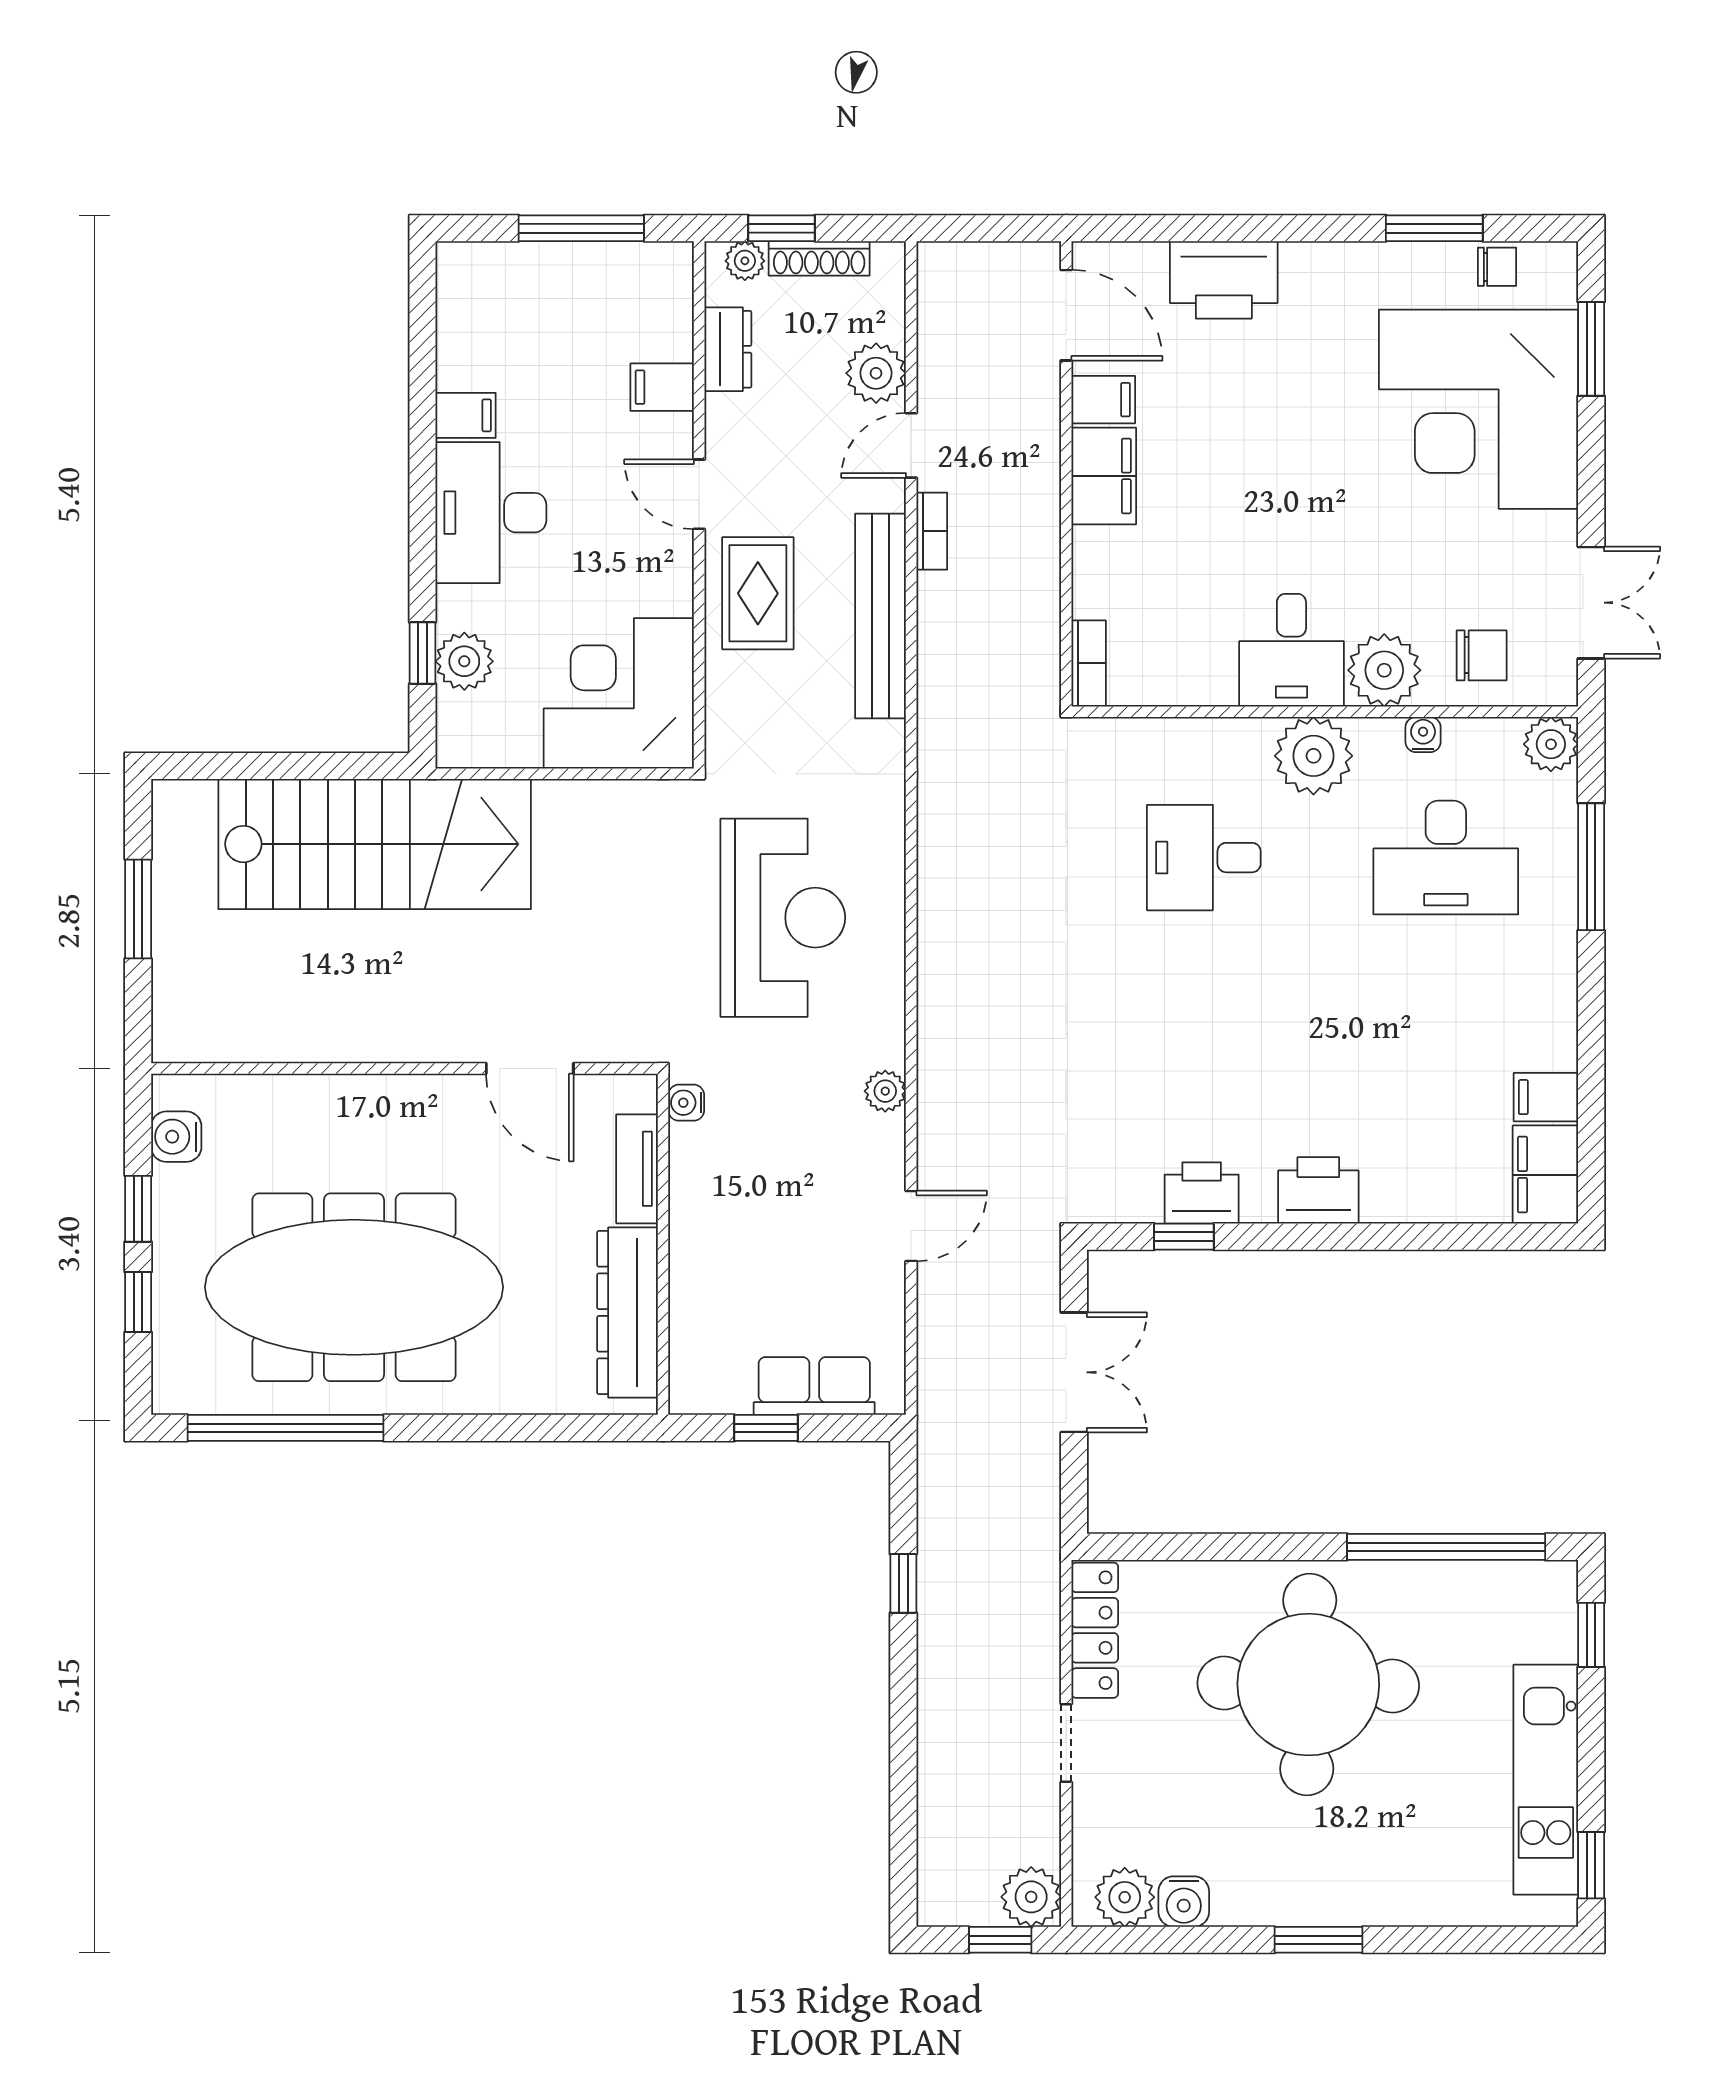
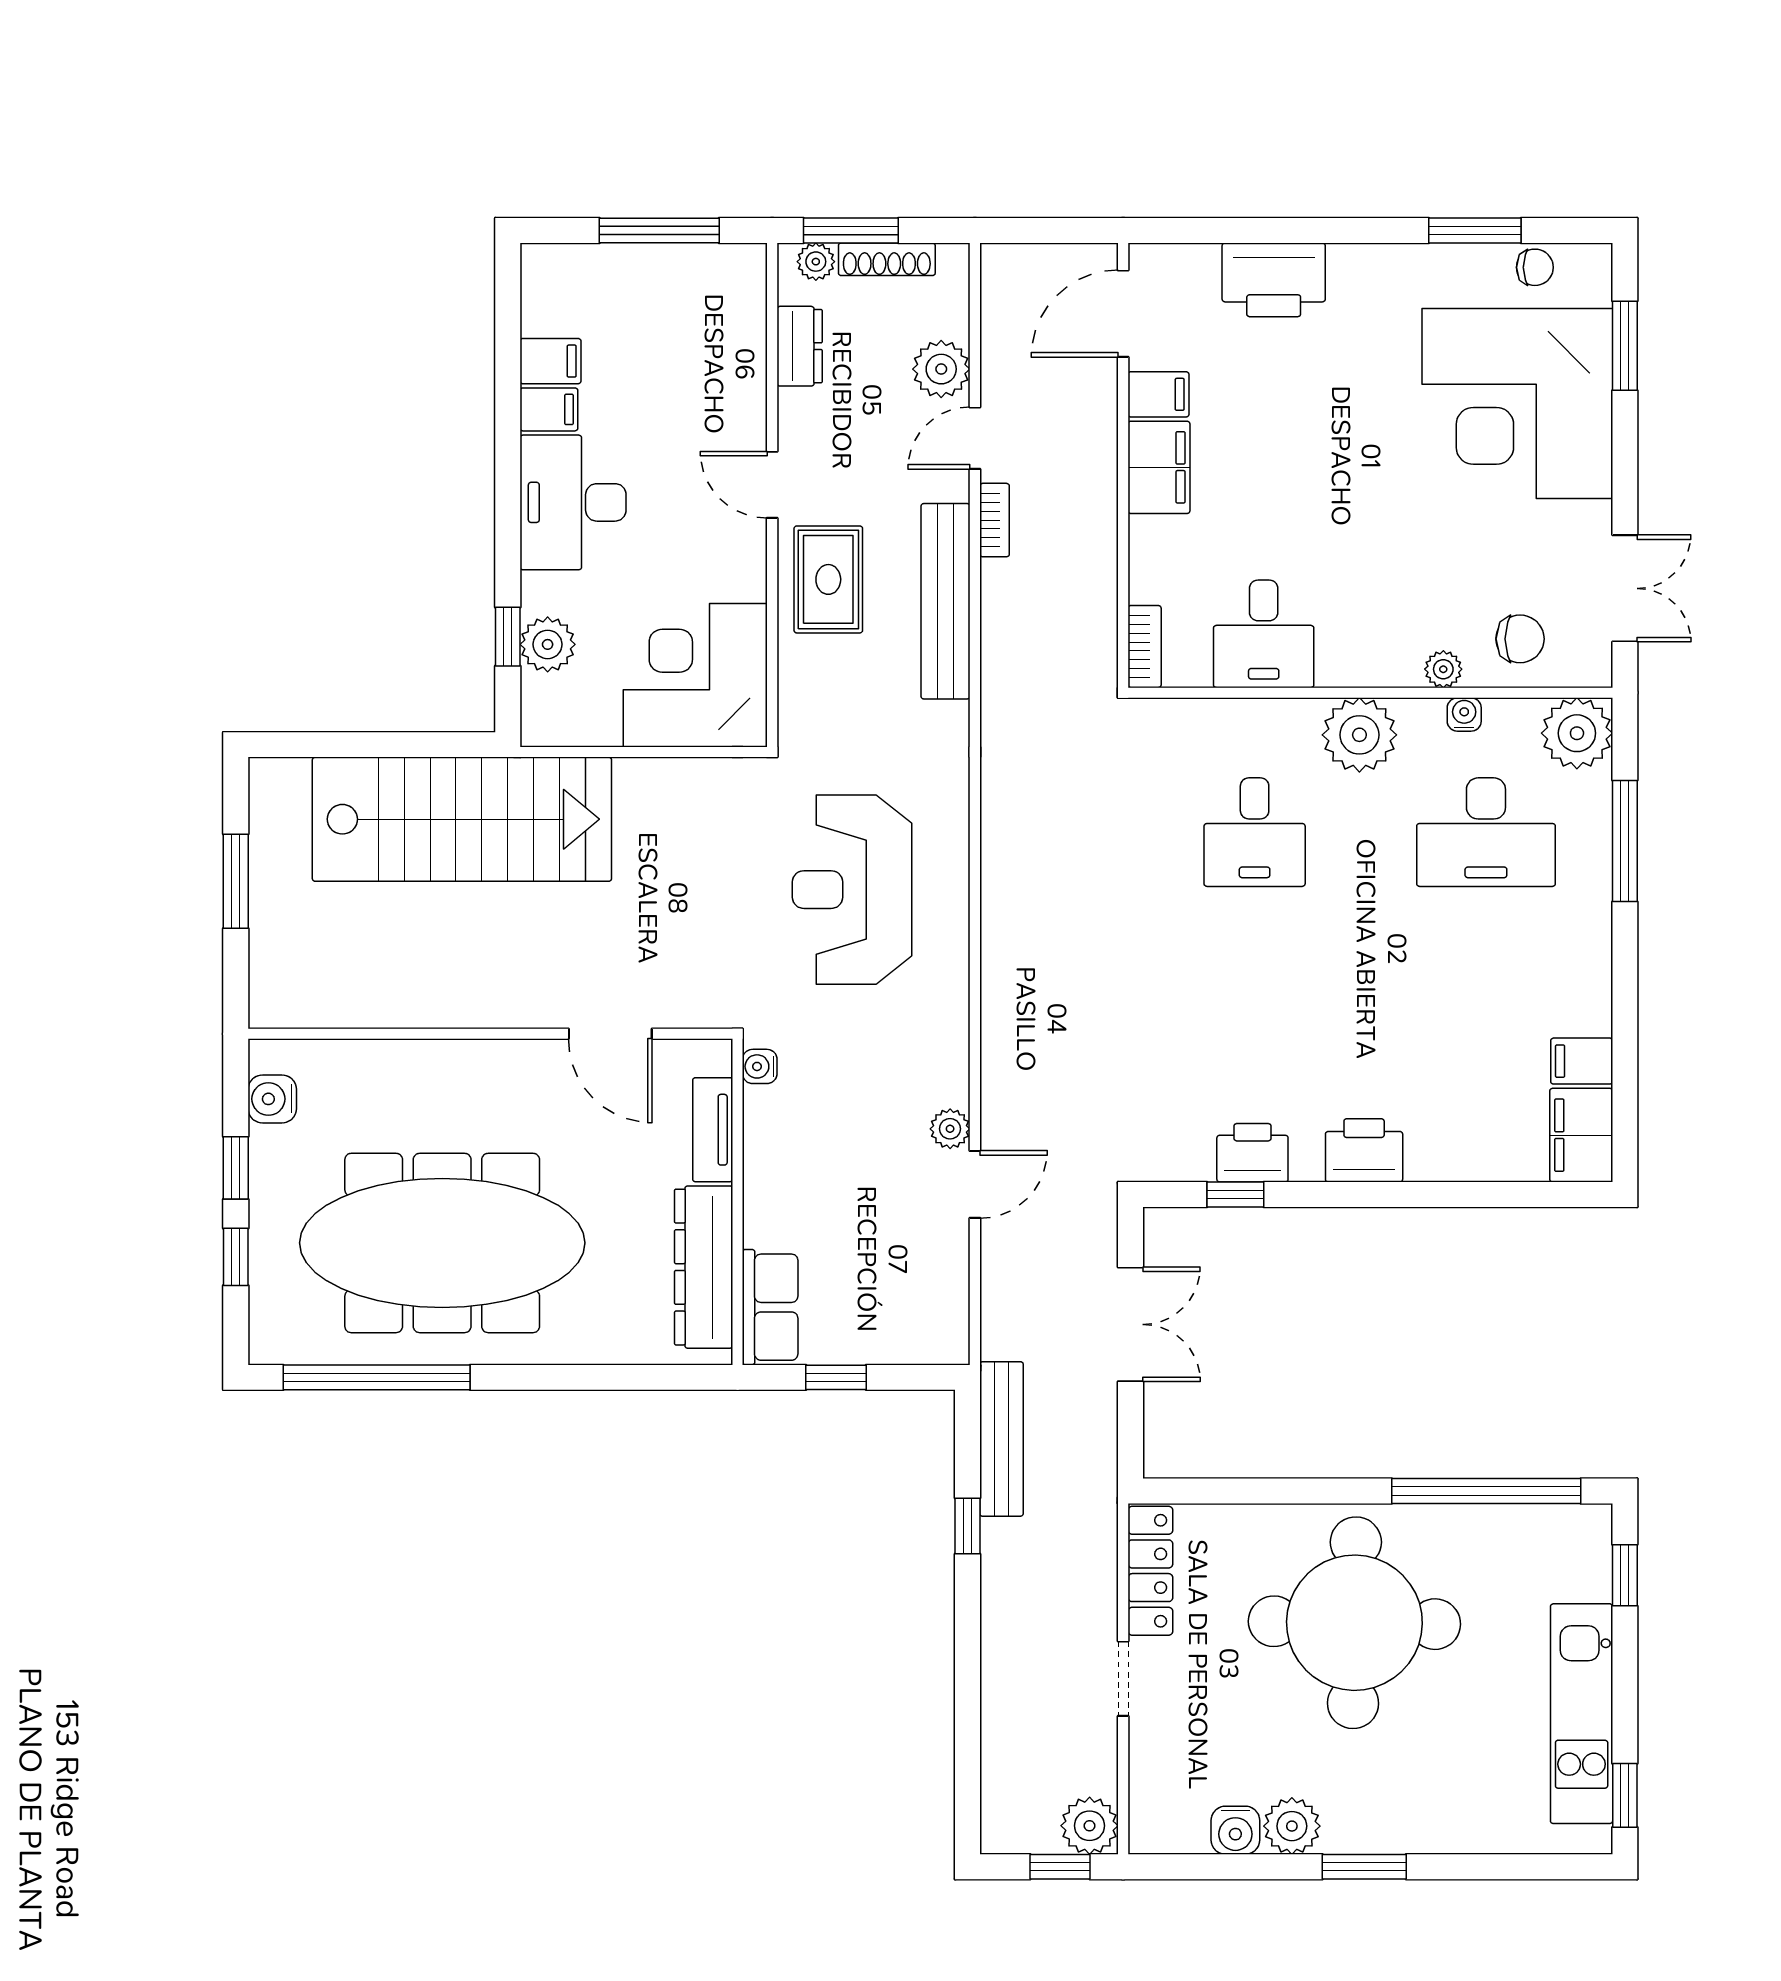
window: (781, 228) -> (851, 231), width x1.50
door: (1066, 315) -> (1123, 314), swing flipped
filing cabinet: (662, 387) -> (550, 361), moved, turned 180
desk: (1291, 650) -> (1264, 634), moved
plant: (1384, 670) -> (1443, 669), width x0.53, depth x0.53
plant: (1551, 744) -> (1577, 733), width x1.36, depth x1.36
desk: (1204, 858) -> (1255, 832), turned -90
reception desk: (783, 918) -> (852, 890), turned 180
plant: (885, 1091) -> (950, 1129), moved
row of seats: (814, 1386) -> (770, 1307), moved, turned 90
bench: (939, 1492) -> (1001, 1439), added
plant: (1125, 1897) -> (1292, 1826), moved

